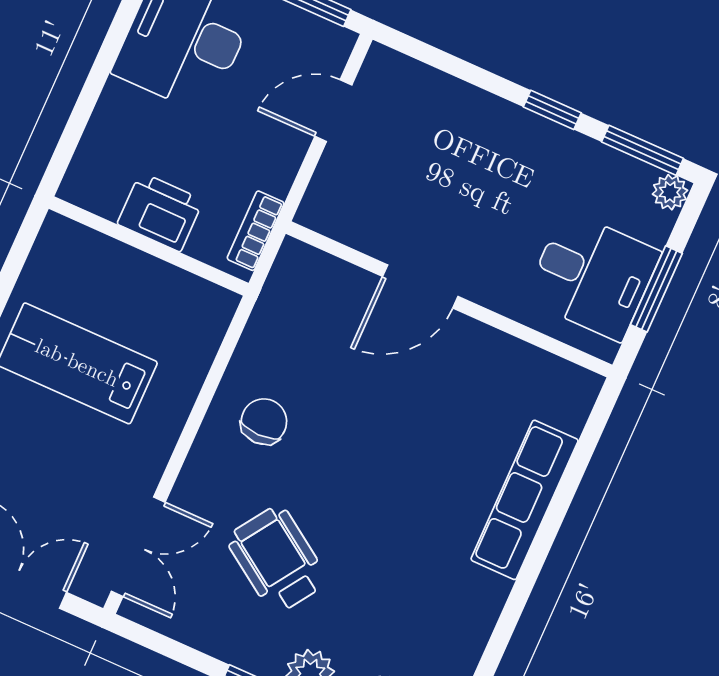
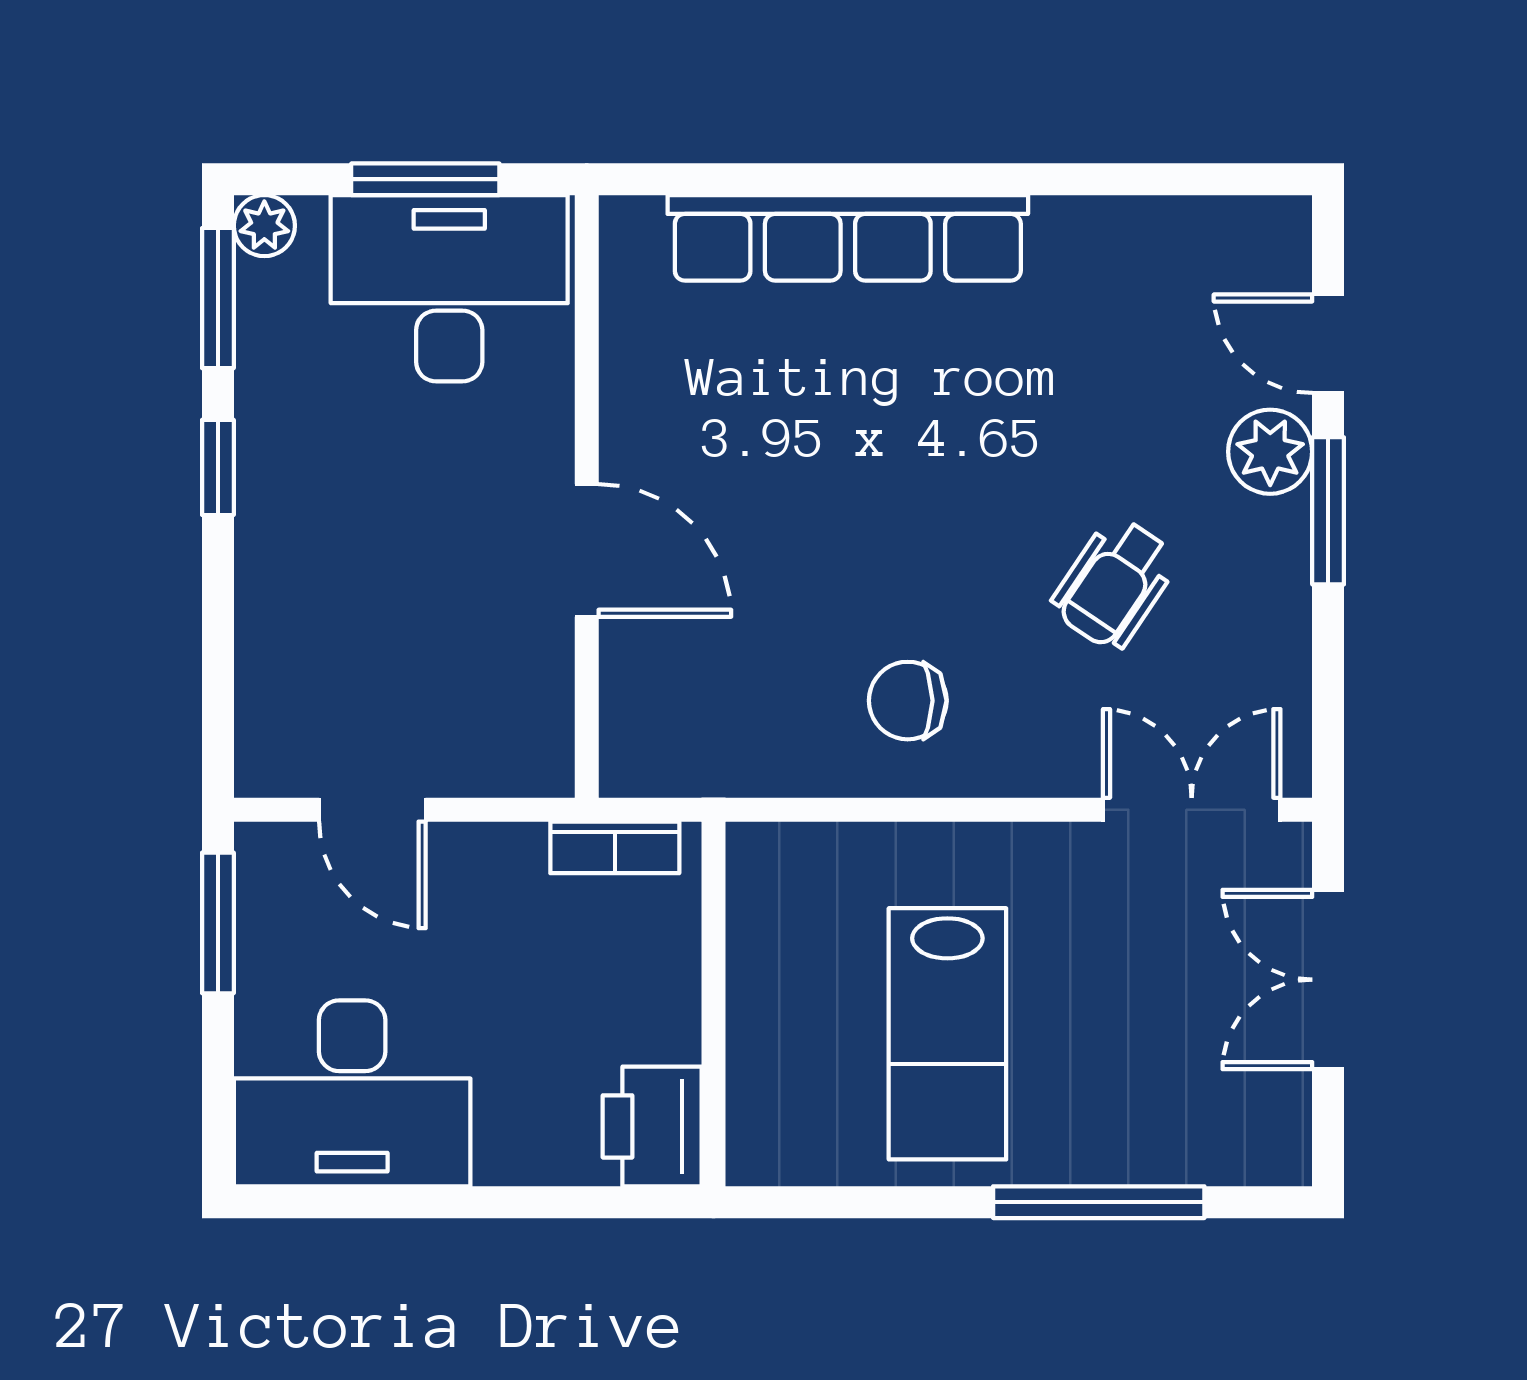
printer: (160, 212) -> (652, 1126), moved
desk: (593, 276) -> (449, 288), width x1.37
row of seats: (525, 500) -> (848, 238), width x1.36
wheelchair: (277, 560) -> (1115, 583), width x0.73, depth x0.73

